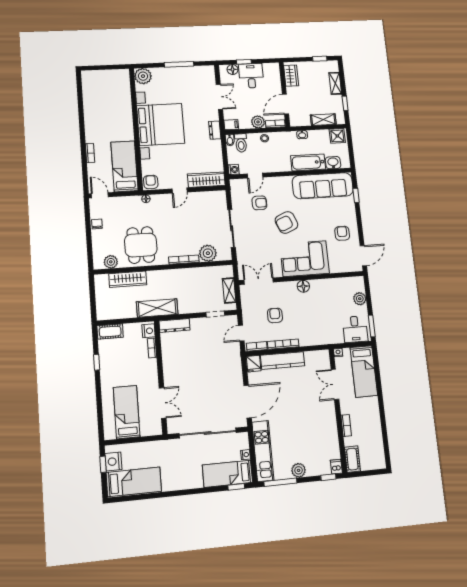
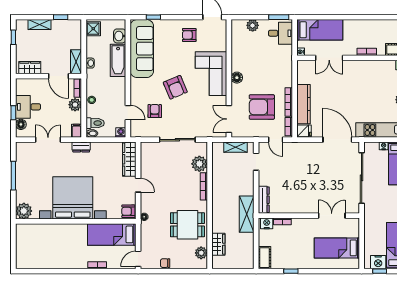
shelving: (323, 120) -> (76, 62), moved
wardrobe: (128, 279) -> (218, 244), width x0.67
armchair: (275, 315) -> (262, 107), width x1.88, depth x1.88

